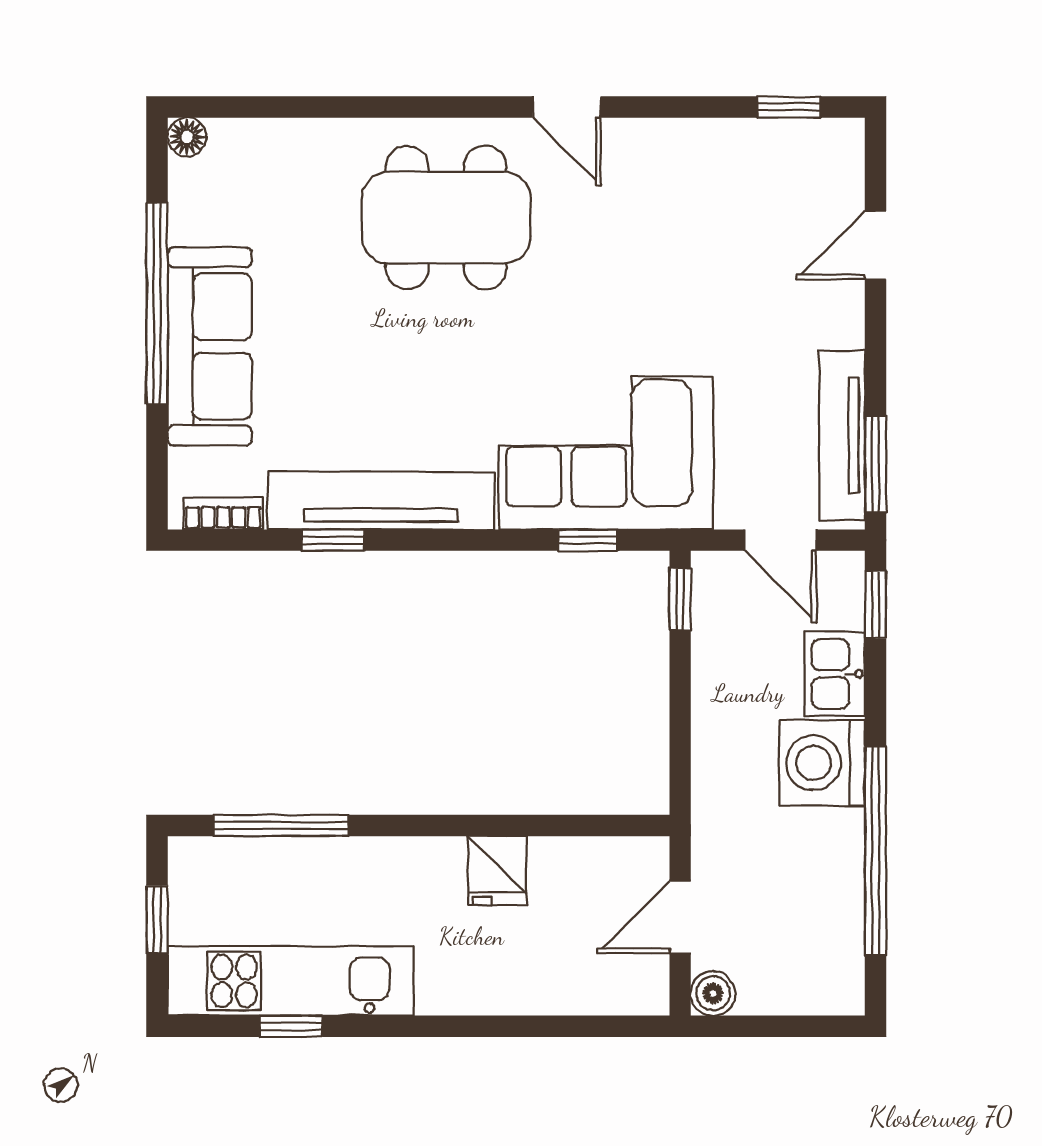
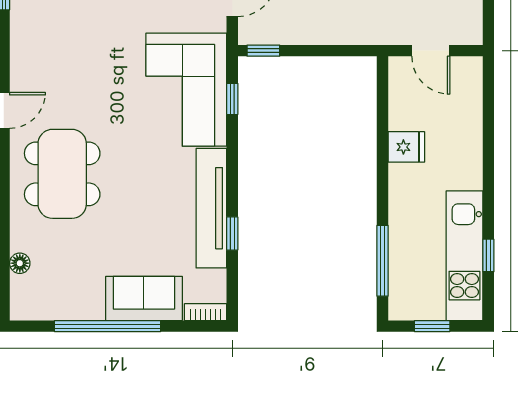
floor lamp: (187, 137) -> (20, 263), moved
sofa: (210, 346) -> (144, 298), width x0.73
bookcase: (223, 514) -> (206, 312), moved, turned 90
boiler: (713, 993) -> (471, 33), removed

